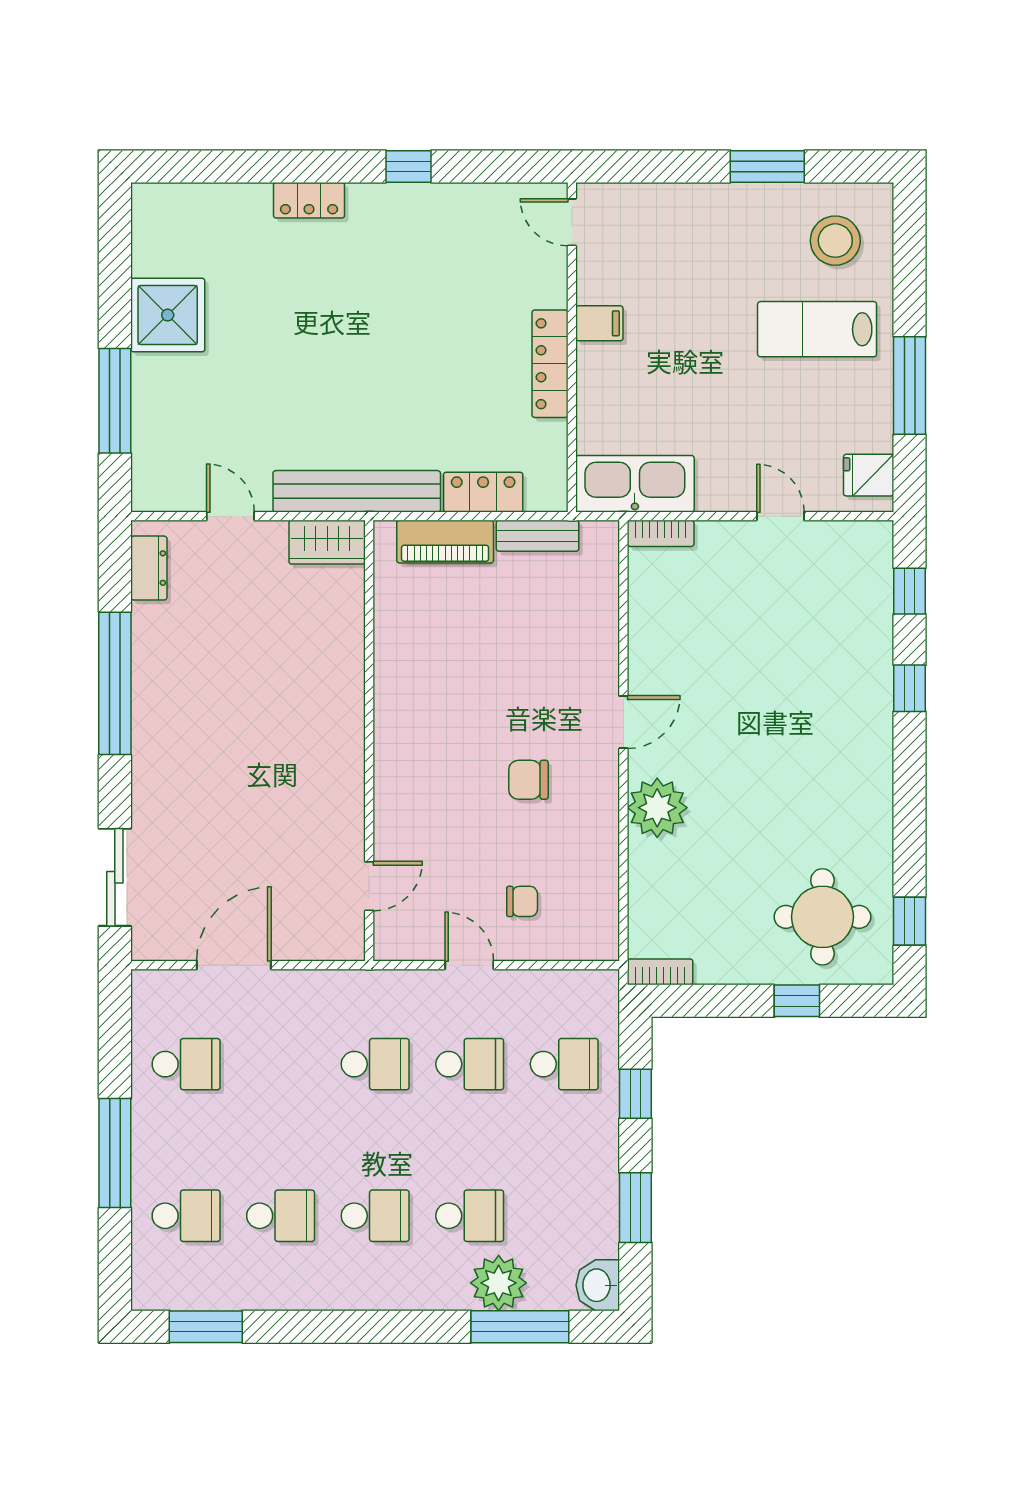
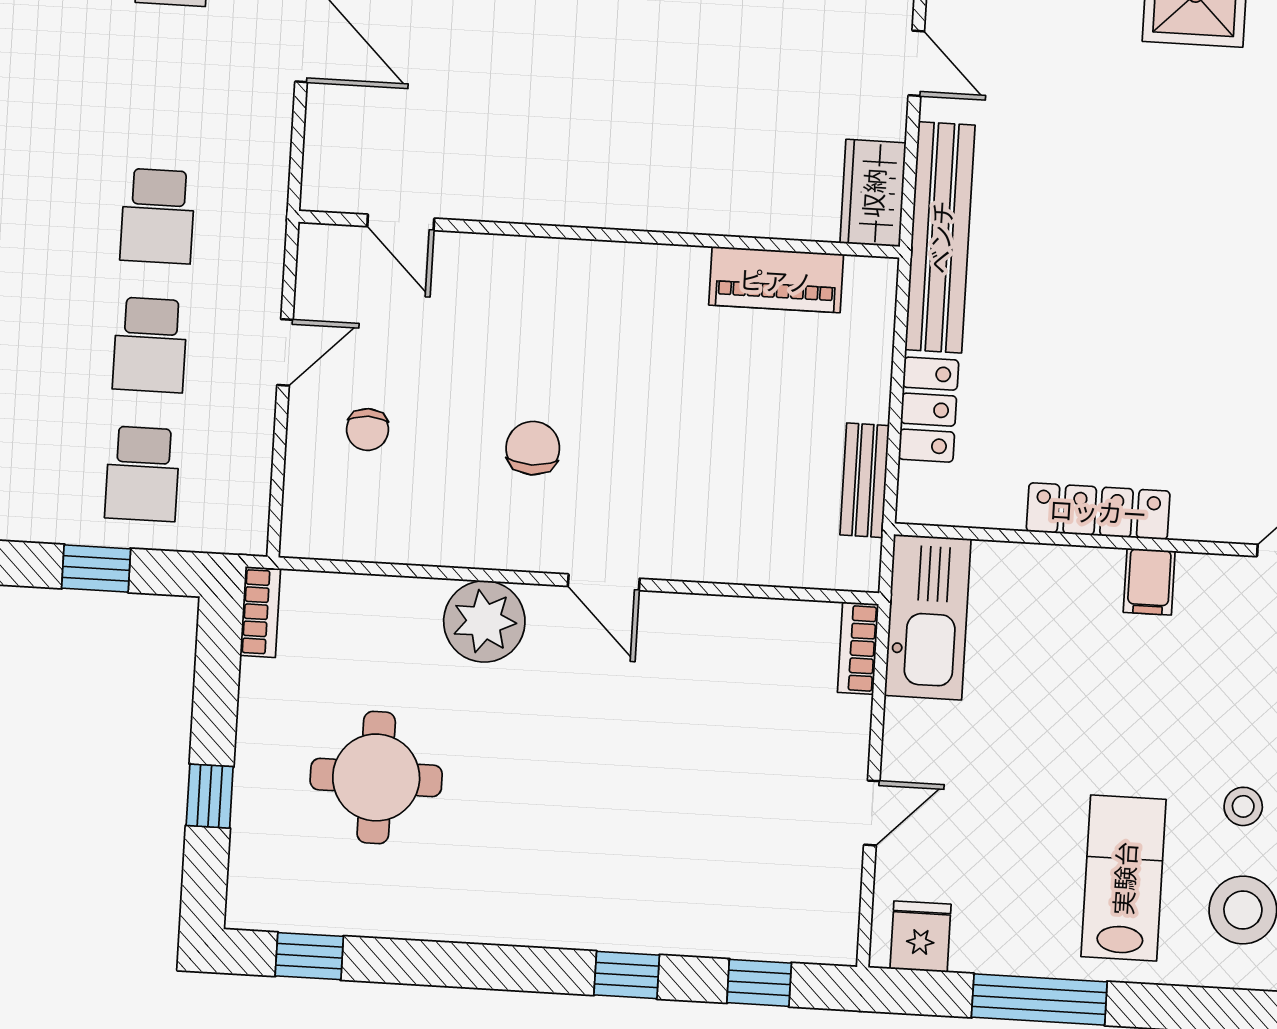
stool: (760, 245) -> (1243, 806), added
door: (230, 516) -> (916, 63), hinge flipped
piano: (445, 542) -> (776, 280), moved, turned -90
round table: (822, 917) -> (376, 777), moved

